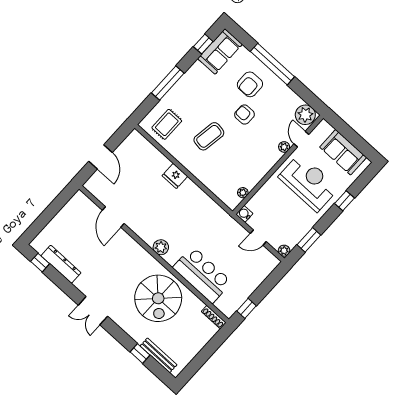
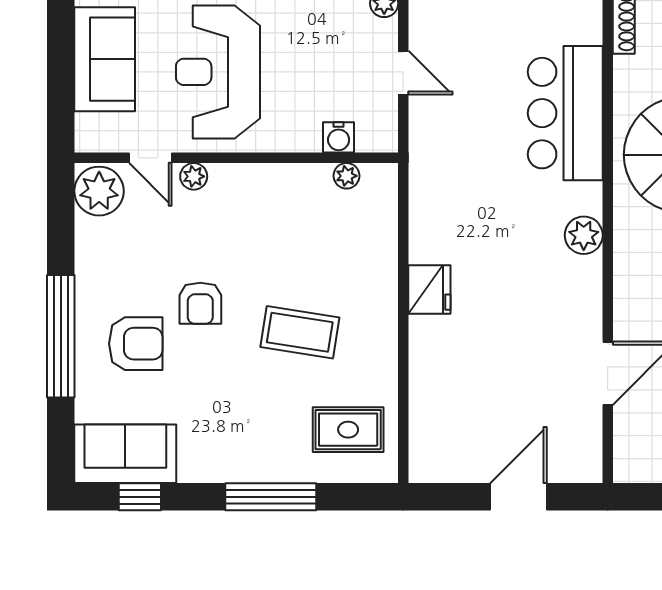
door: (301, 139) -> (150, 158), hinge flipped
fridge: (175, 176) -> (429, 289), moved
water cooler: (244, 214) -> (339, 137), moved

